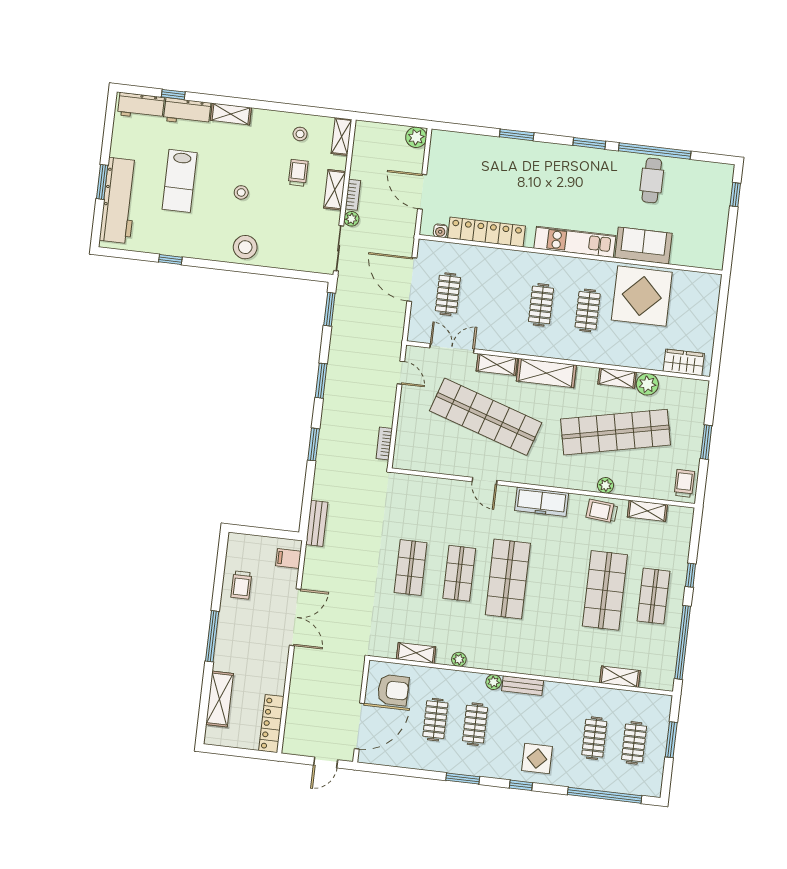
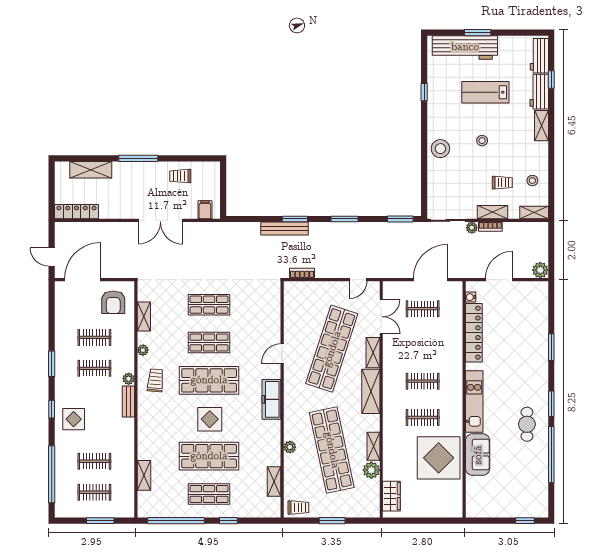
cafe table: (652, 180) -> (527, 424), moved, turned 90
trolley: (602, 511) -> (155, 380), moved
bench: (317, 523) -> (284, 229), moved, width x1.36
display table: (558, 584) -> (210, 419), added
door: (359, 726) -> (83, 280), swing flipped

